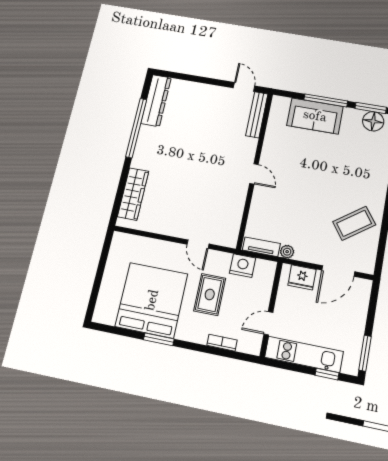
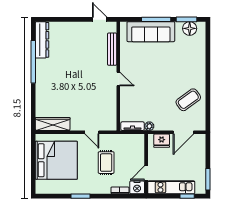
bench: (257, 115) -> (112, 49), moved
sofa: (315, 116) -> (151, 32), width x1.36
wardrobe: (133, 194) -> (53, 124), moved, turned -90
nightstand: (243, 266) -> (137, 187), moved, turned 180
bed: (152, 300) -> (56, 160), moved, turned 90

